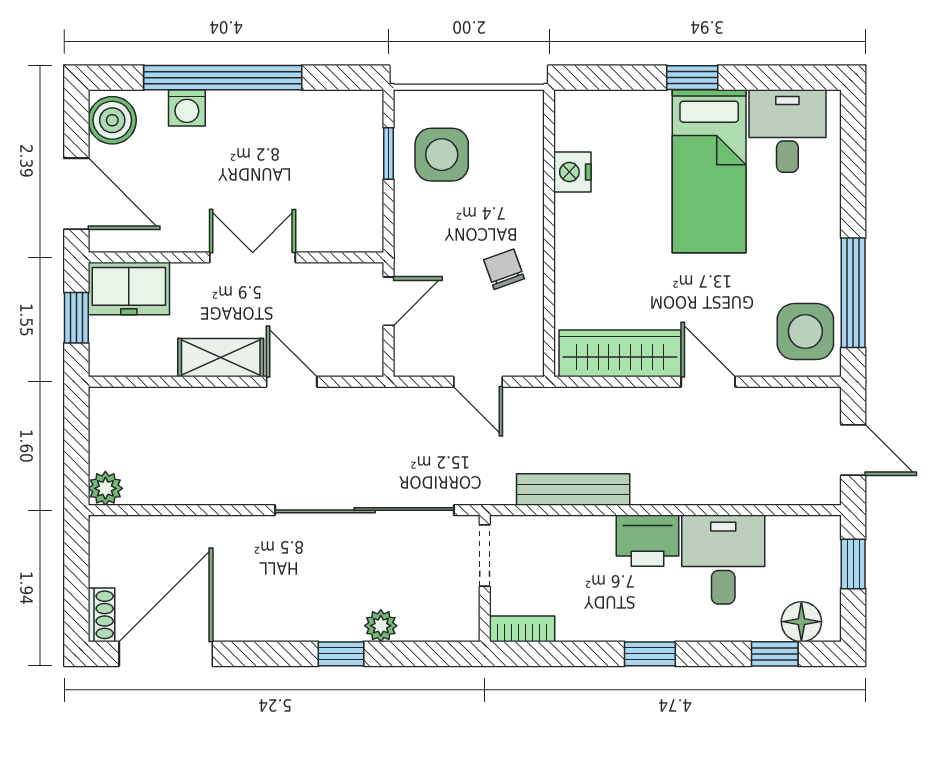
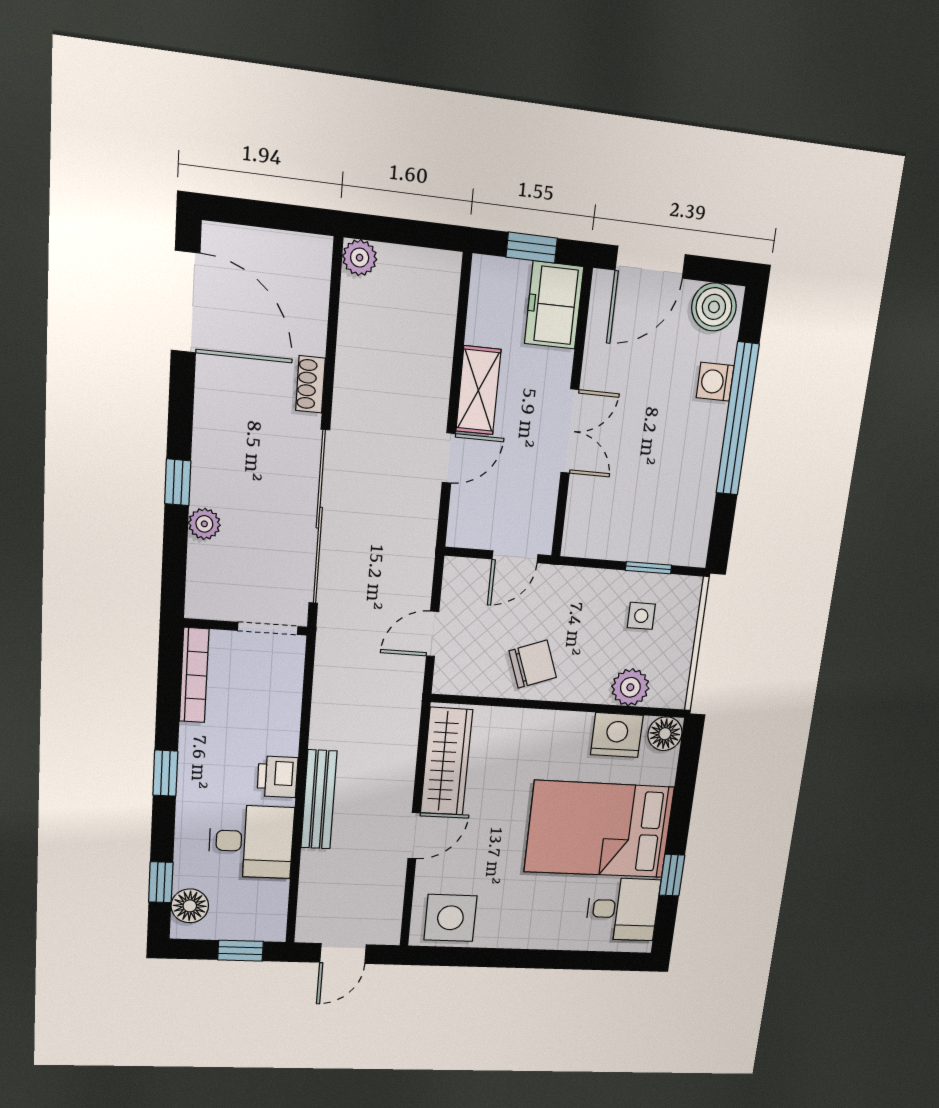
window: (692, 78) -> (672, 875), moved
floor lamp: (574, 109) -> (665, 734), added
side table: (442, 155) -> (641, 616), width x0.54, depth x0.54
plant: (523, 156) -> (630, 687), added
bed: (709, 171) -> (599, 829), width x1.50
nightstand: (572, 172) -> (617, 735), width x1.36, depth x1.33
chair: (504, 269) -> (533, 664), width x1.37, depth x1.37
window: (853, 293) -> (480, 957), removed
door: (389, 301) -> (515, 557), hinge flipped
bench: (573, 490) -> (319, 800), moved
printer: (648, 541) -> (277, 777), width x0.73, depth x0.81
shoe rack: (101, 615) -> (310, 384), moved, turned 90
bookcase: (522, 629) -> (194, 675), width x1.56

